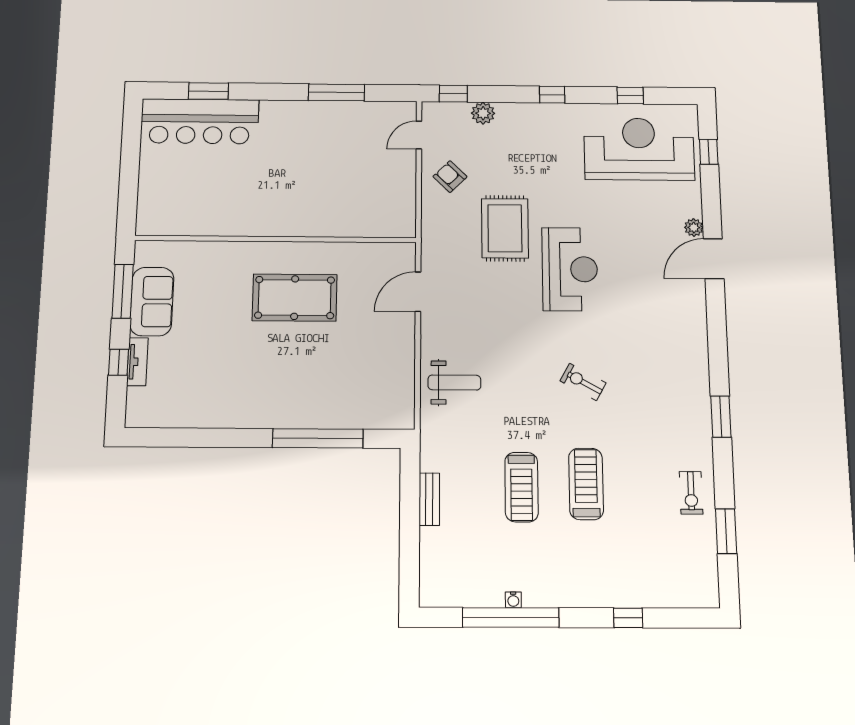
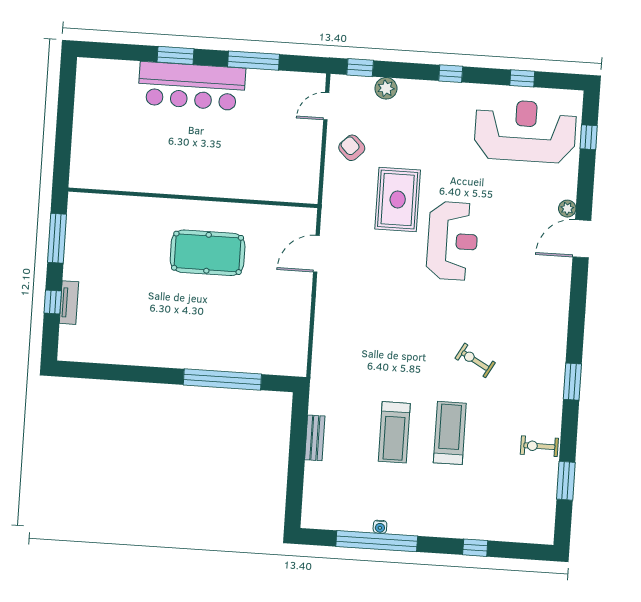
window: (208, 91) -> (175, 55), moved
bar counter: (200, 121) -> (192, 86), moved
sofa: (152, 302) -> (82, 249), removed
exercise bike: (583, 382) -> (475, 360), moved
weight bench: (454, 383) -> (343, 338), removed
exercise bike: (691, 493) -> (539, 446), turned 90

